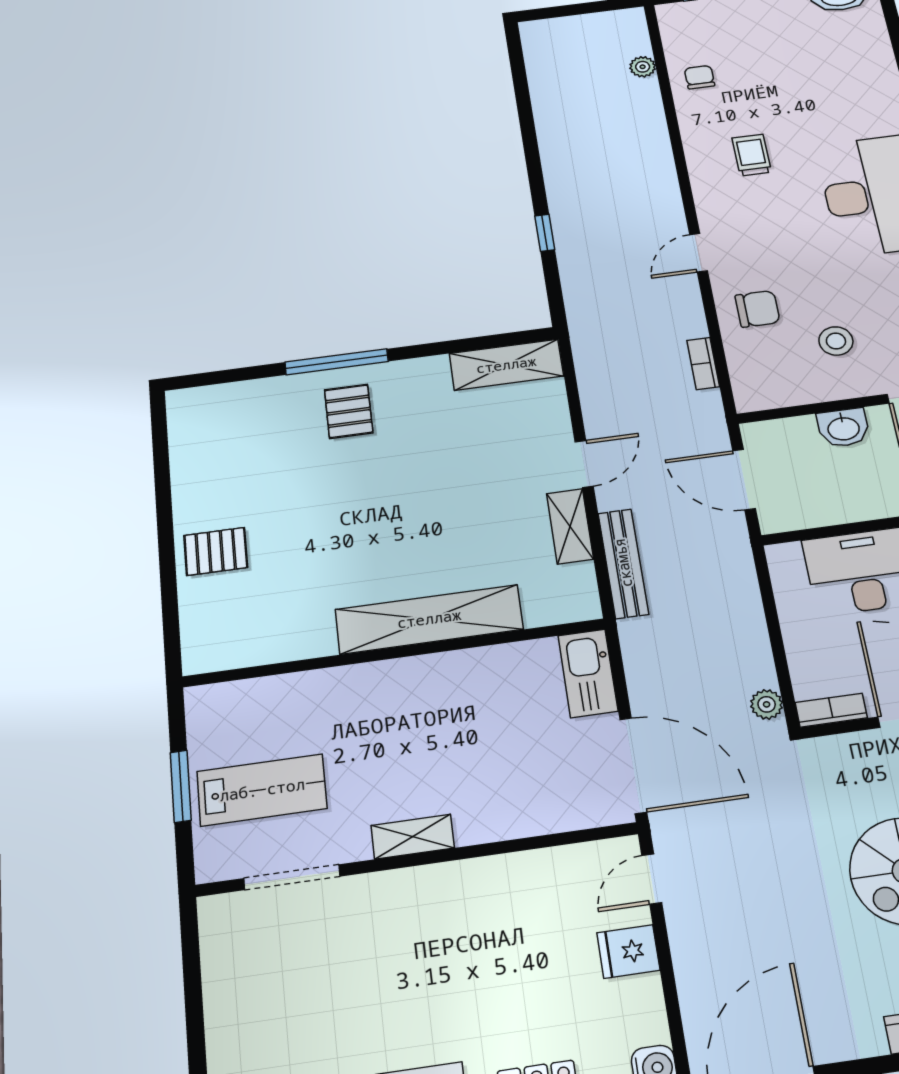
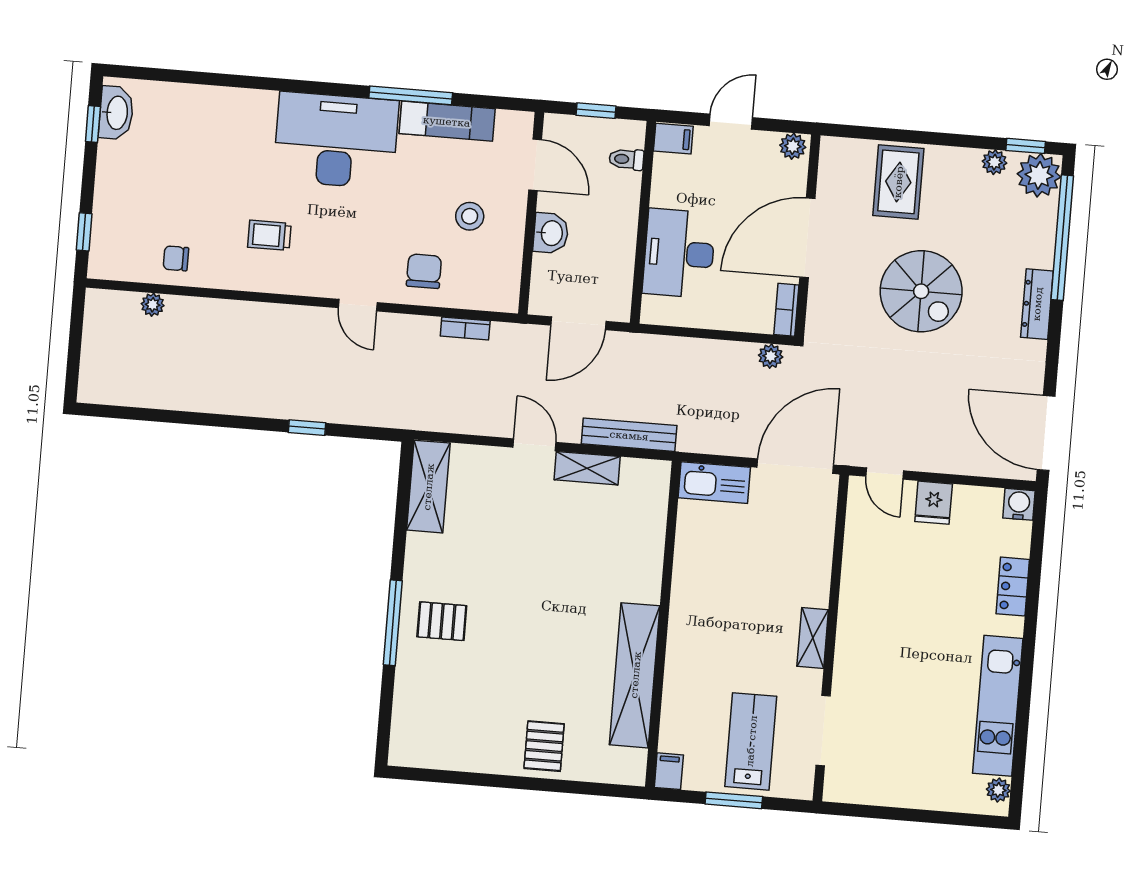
shelving: (429, 619) -> (635, 675), moved
filing cabinet: (207, 700) -> (669, 771), added

